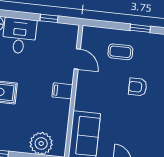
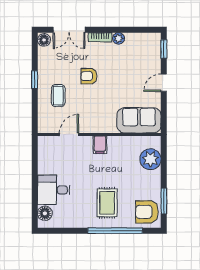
window: (49, 18) -> (35, 164), removed
armchair: (138, 87) -> (89, 76), turned 90

